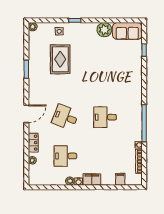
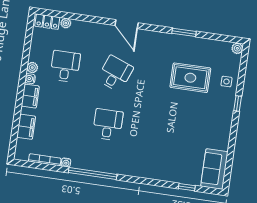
plant: (104, 30) -> (220, 140), removed
locker: (33, 143) -> (47, 22), moved
filing cabinet: (120, 179) -> (26, 127), width x2.00

